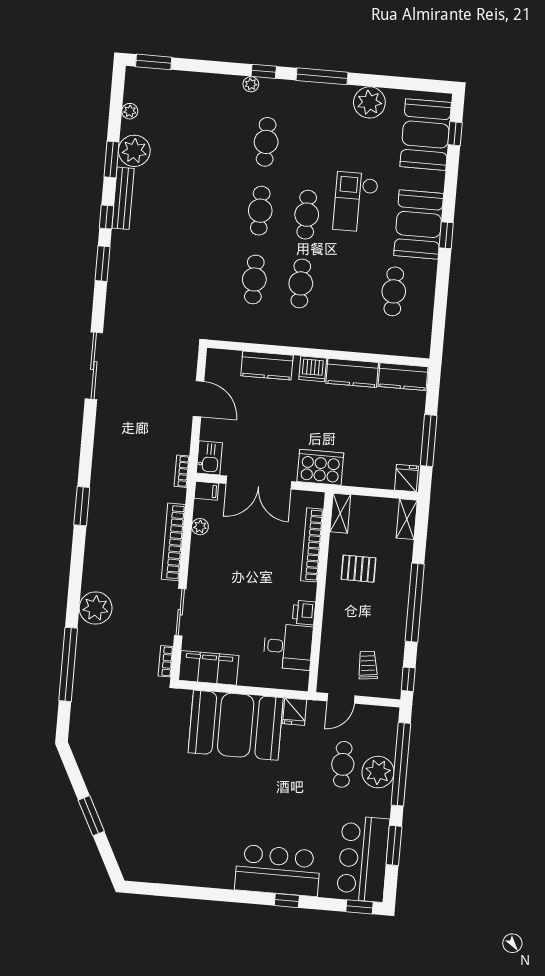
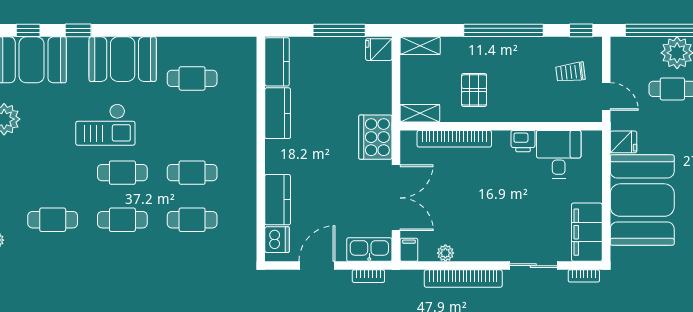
window: (446, 235) -> (78, 30), moved
dishwasher: (313, 369) -> (277, 240), moved
kitchen sink: (209, 458) -> (369, 250), width x1.38
bookcase: (182, 471) -> (368, 276), moved

